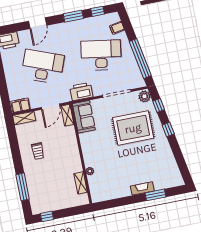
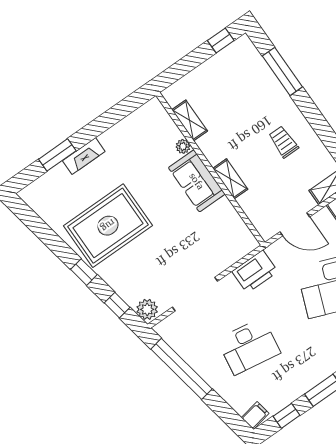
filing cabinet: (117, 28) -> (255, 415), moved
desk: (101, 55) -> (249, 346), width x0.73, depth x0.77
door: (50, 107) -> (295, 224), swing flipped
shelving: (67, 115) -> (230, 179), moved
sofa: (84, 117) -> (197, 181), moved
rug: (133, 128) -> (108, 226), moved

